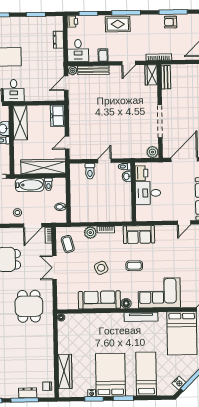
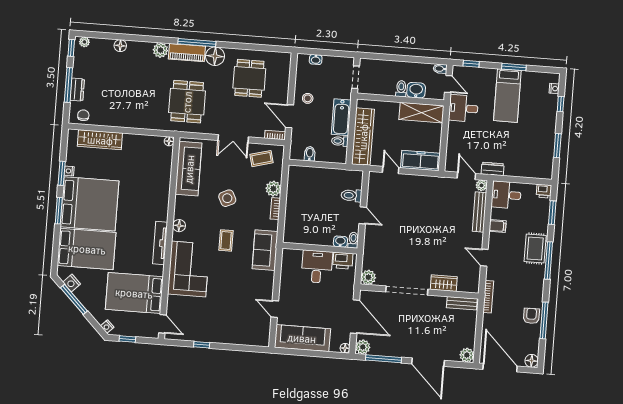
dresser: (58, 40) -> (493, 169), moved
wardrobe: (151, 75) -> (444, 283), moved
freezer: (58, 116) -> (420, 161), width x1.40
double door: (54, 268) -> (233, 139), swing flipped
sofa: (99, 300) -> (189, 169), moved
dining table: (29, 306) -> (187, 102), turned 90
bed: (146, 374) -> (87, 249), width x1.50
bed: (110, 375) -> (90, 204), width x1.36

